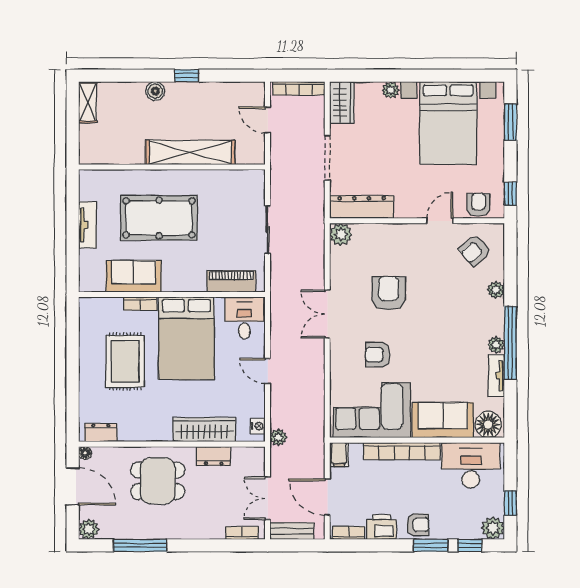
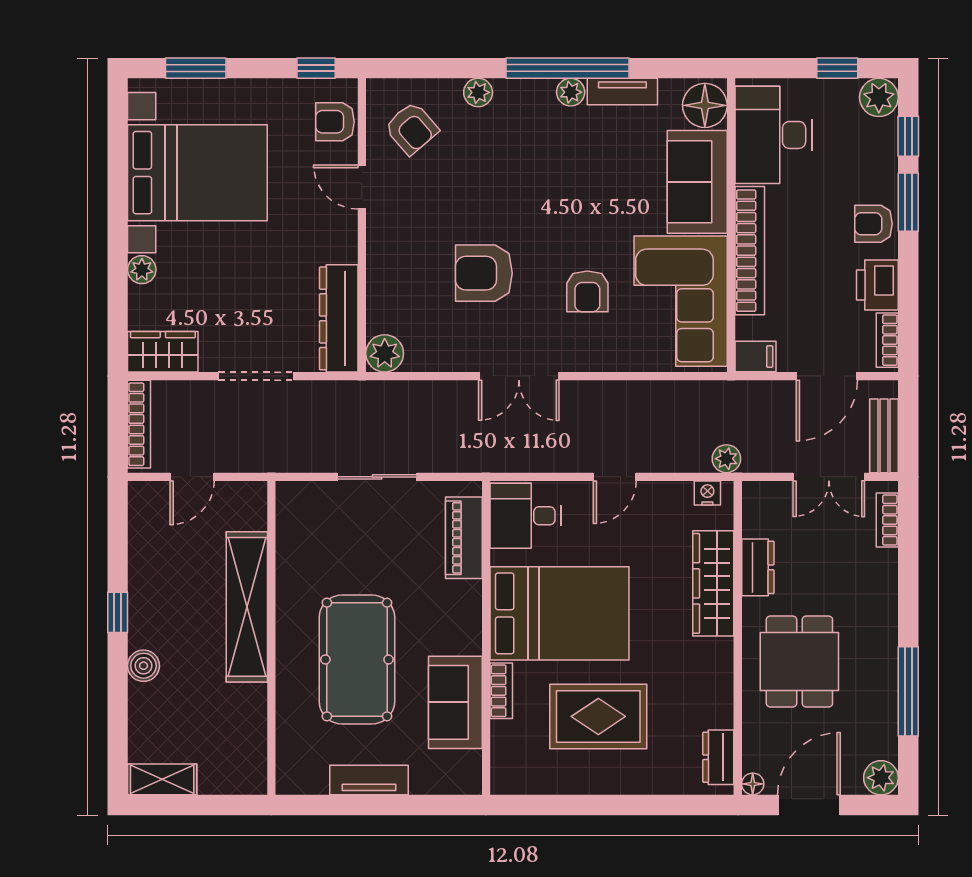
armchair: (418, 525) -> (873, 224), turned -90

